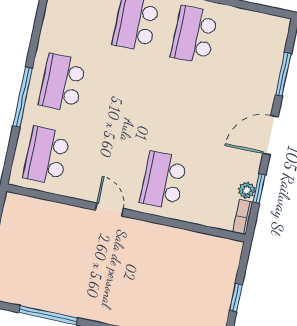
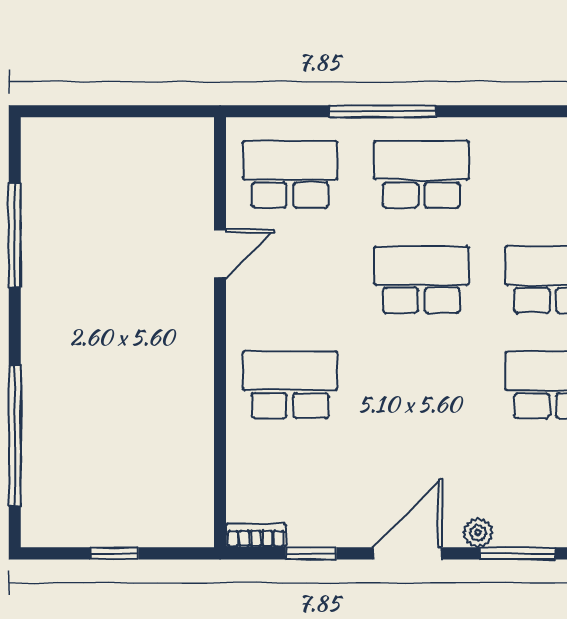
school desk: (121, 95) -> (421, 280), added
door: (270, 135) -> (407, 553), hinge flipped
plant: (247, 190) -> (478, 533), moved
door: (109, 209) -> (220, 253), moved

